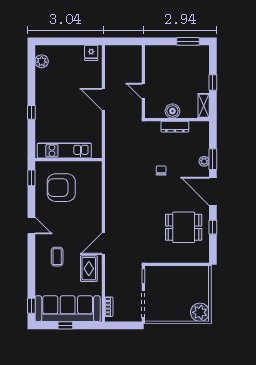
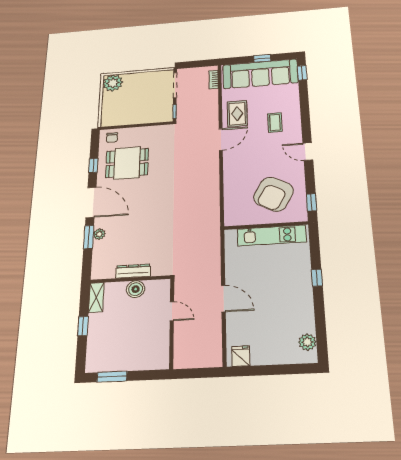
chair: (161, 171) -> (112, 138), moved
armchair: (61, 188) -> (273, 194), turned 119

